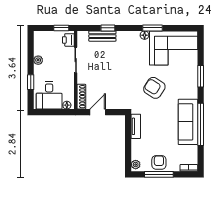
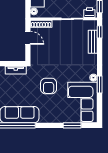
window: (108, 28) -> (100, 32), moved
window: (201, 76) -> (72, 125), moved
armchair: (154, 88) -> (49, 86), turned 148

